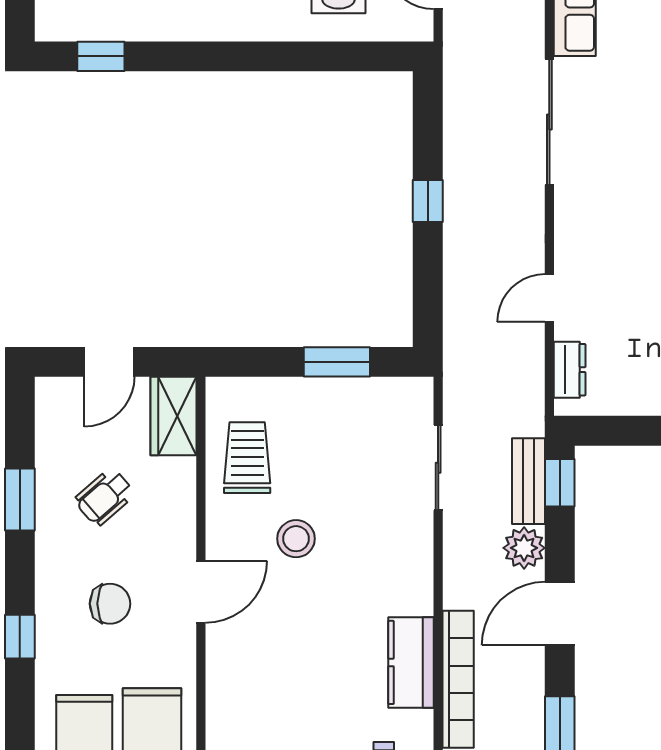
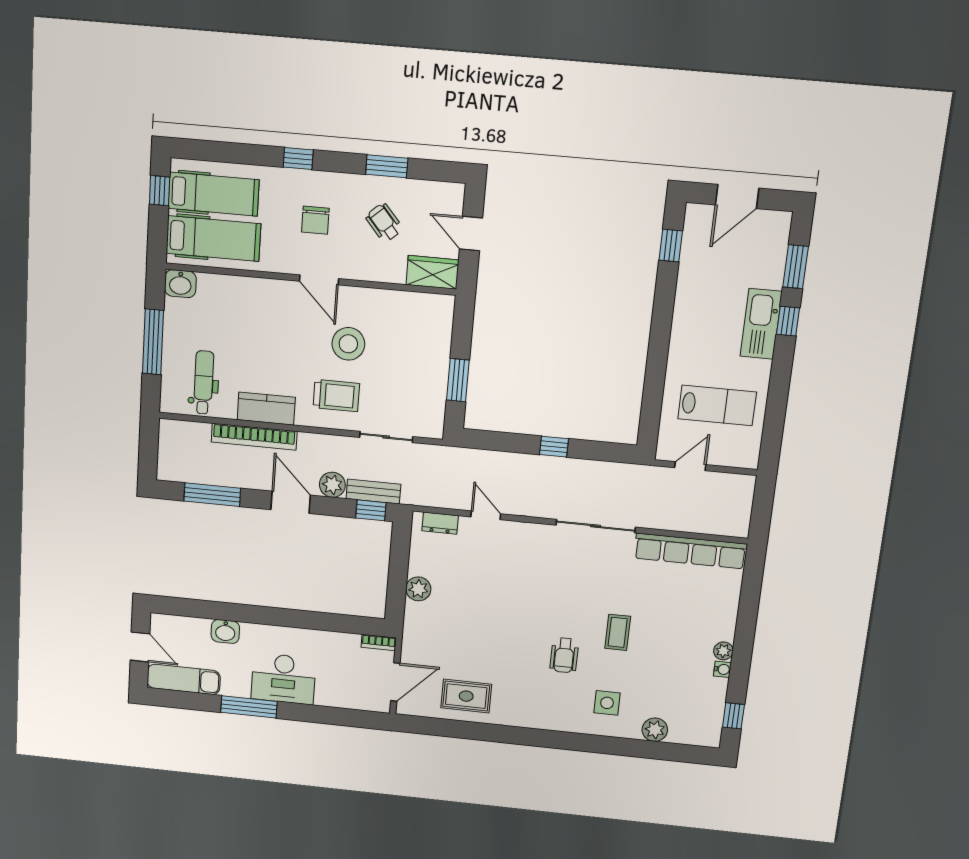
trolley: (247, 458) -> (336, 396), moved
stool: (296, 539) -> (348, 344), width x1.38, depth x1.38

